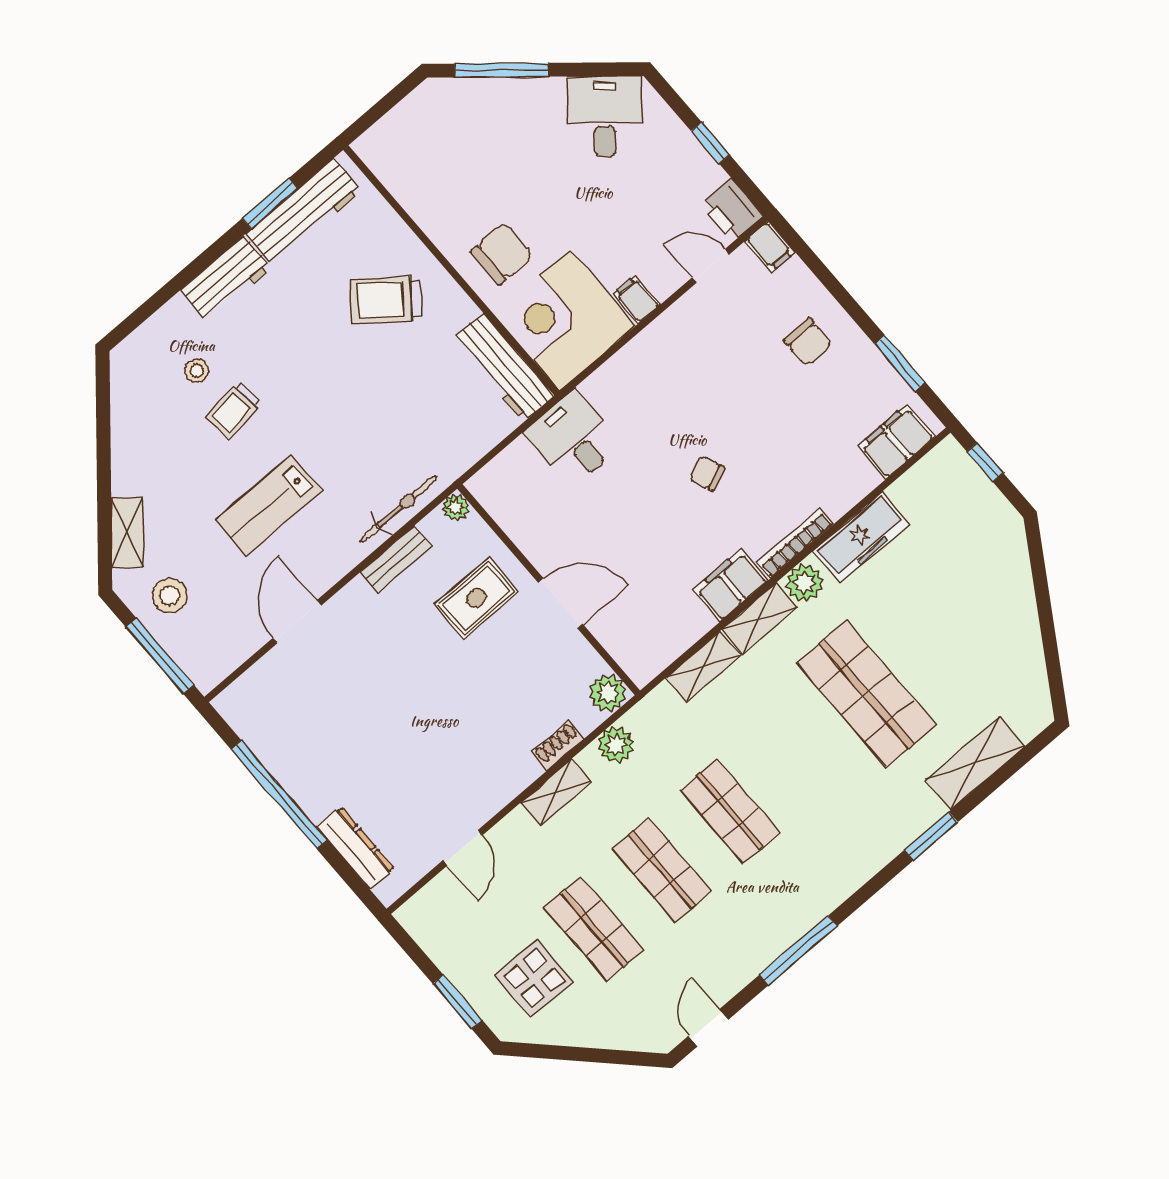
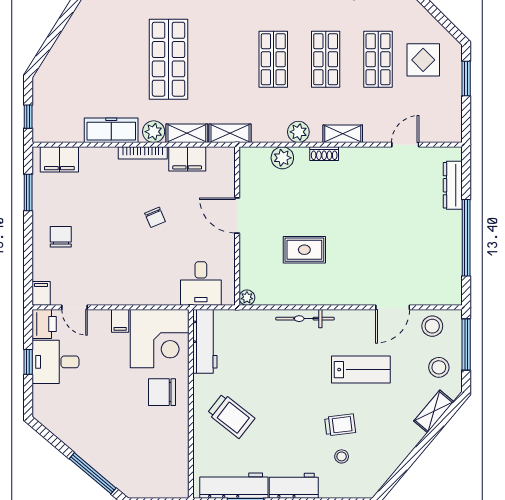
desk: (605, 116) -> (55, 362), moved, turned 50
plant: (456, 507) -> (247, 298), moved
bench: (396, 559) -> (325, 297), removed
wall: (549, 590) -> (237, 226), moved
door: (560, 603) -> (237, 215), moved
stool: (224, 642) -> (432, 326), added

